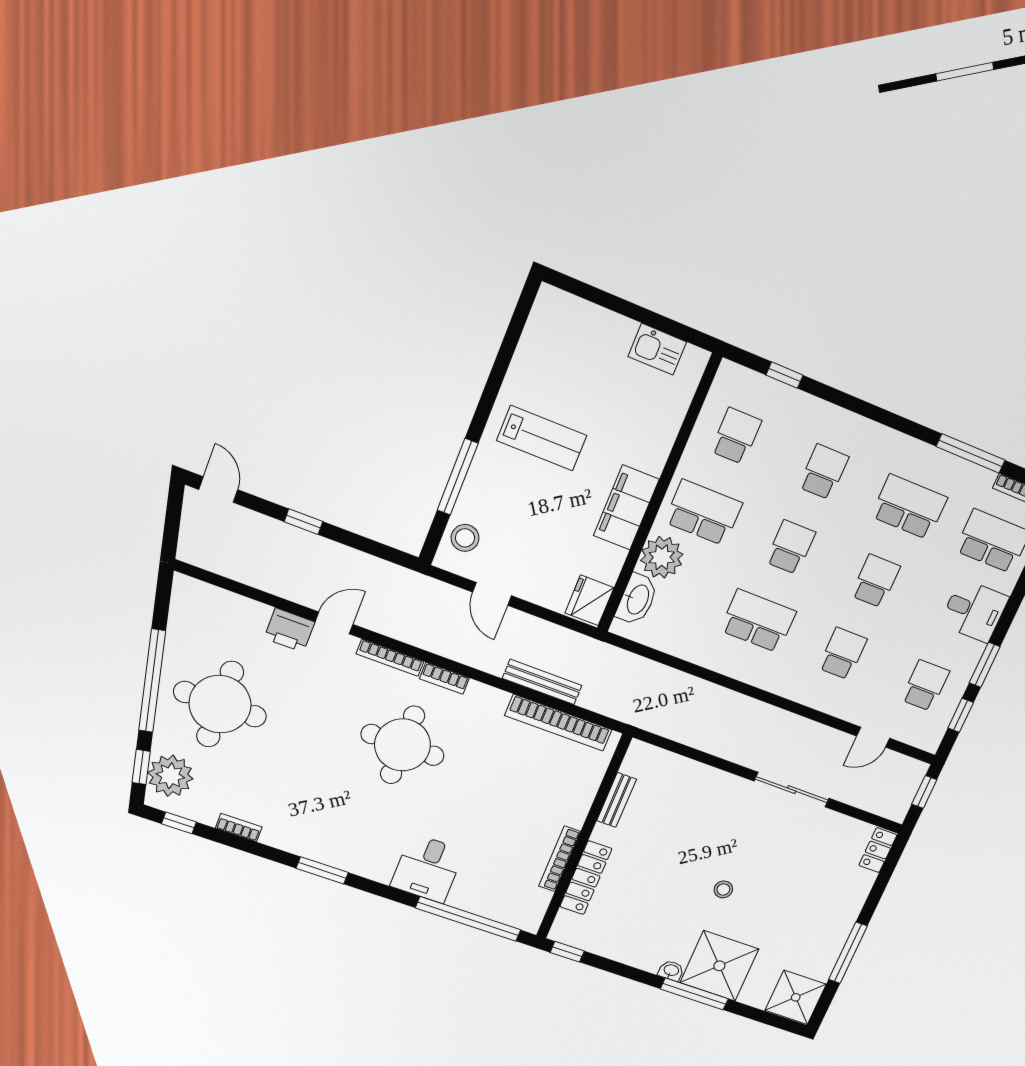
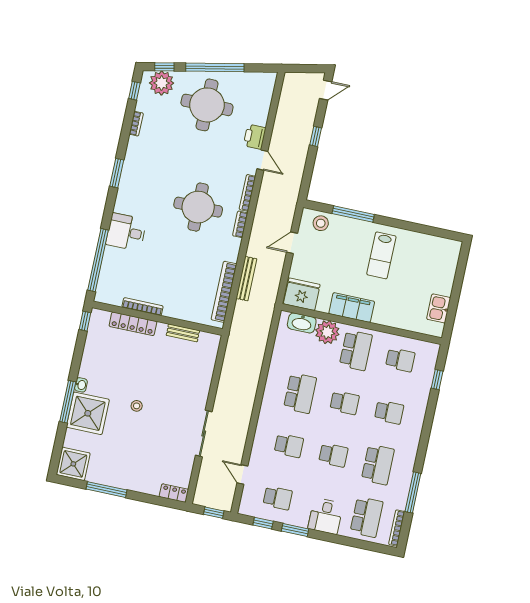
fridge: (590, 600) -> (302, 294), width x1.36, depth x1.34

